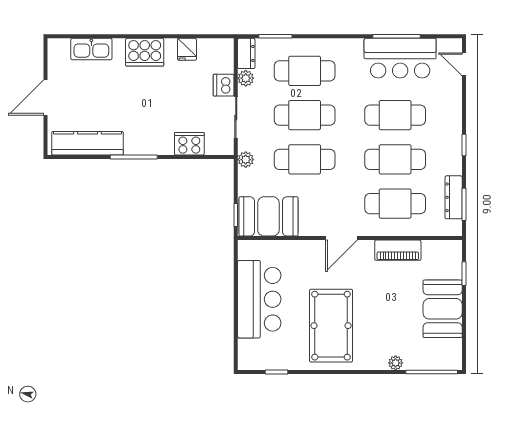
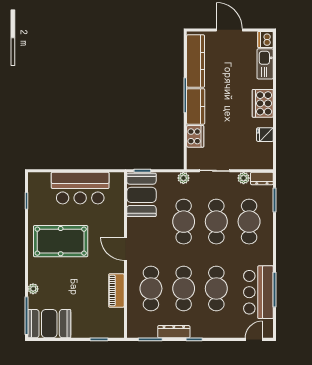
dishwasher: (224, 85) -> (266, 39), moved, turned -90
kitchen counter: (149, 143) -> (196, 106), added
dresser: (454, 197) -> (174, 332), moved
booth: (443, 309) -> (49, 324), moved

